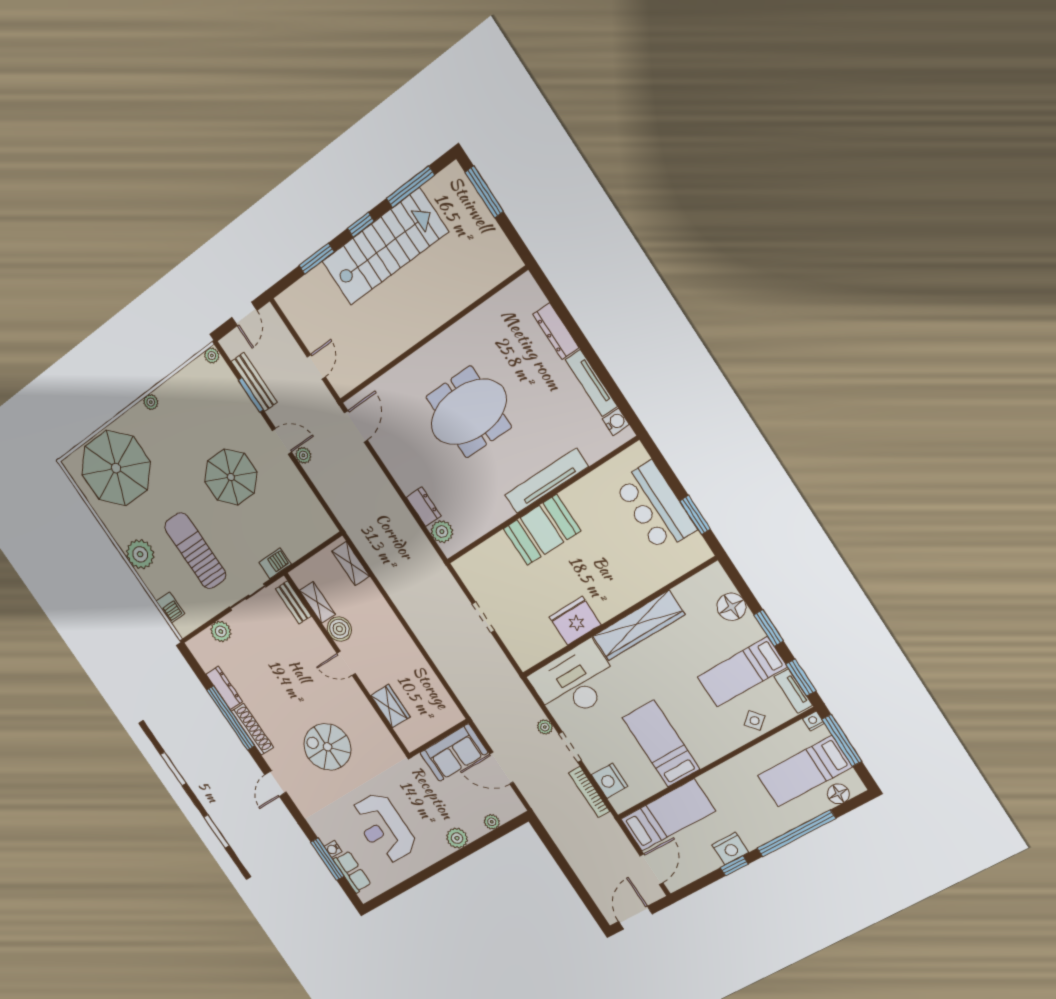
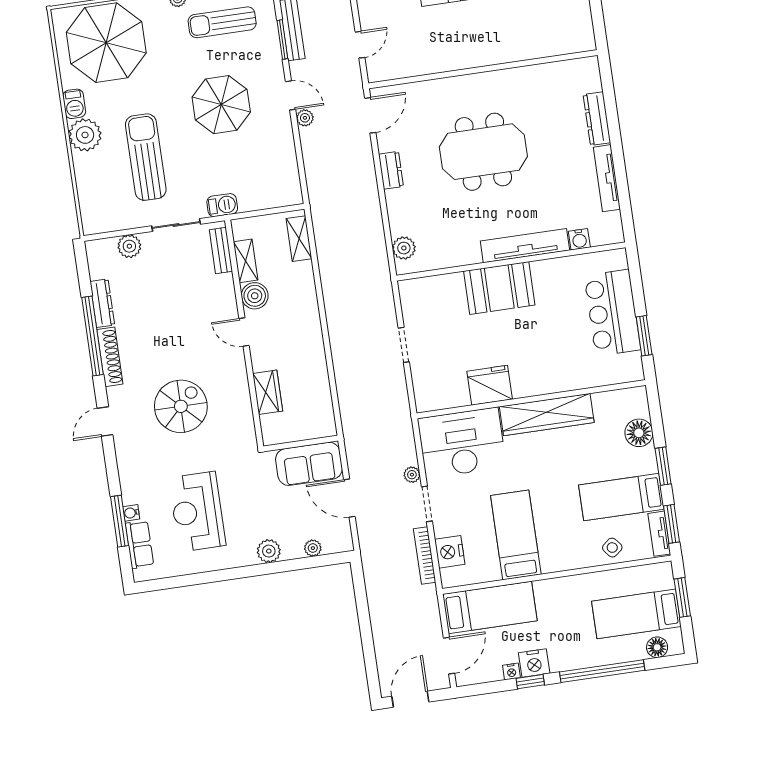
sun lounger: (196, 405) -> (222, 22), added
water cooler: (616, 422) -> (579, 239), moved, turned 90
dresser: (424, 507) -> (391, 170), moved
barbecue: (170, 607) -> (74, 104), moved
nightstand: (813, 721) -> (511, 671), moved, turned 180
window: (842, 740) -> (682, 597), width x0.69
spiral stairs: (327, 747) -> (181, 406), turned 90

